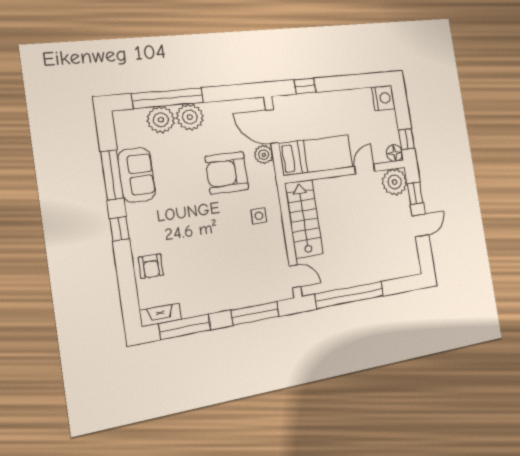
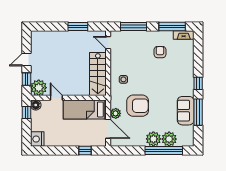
door: (365, 169) -> (56, 98), swing flipped
armchair: (151, 266) -> (160, 52), moved
window: (349, 295) -> (78, 26), width x0.47

